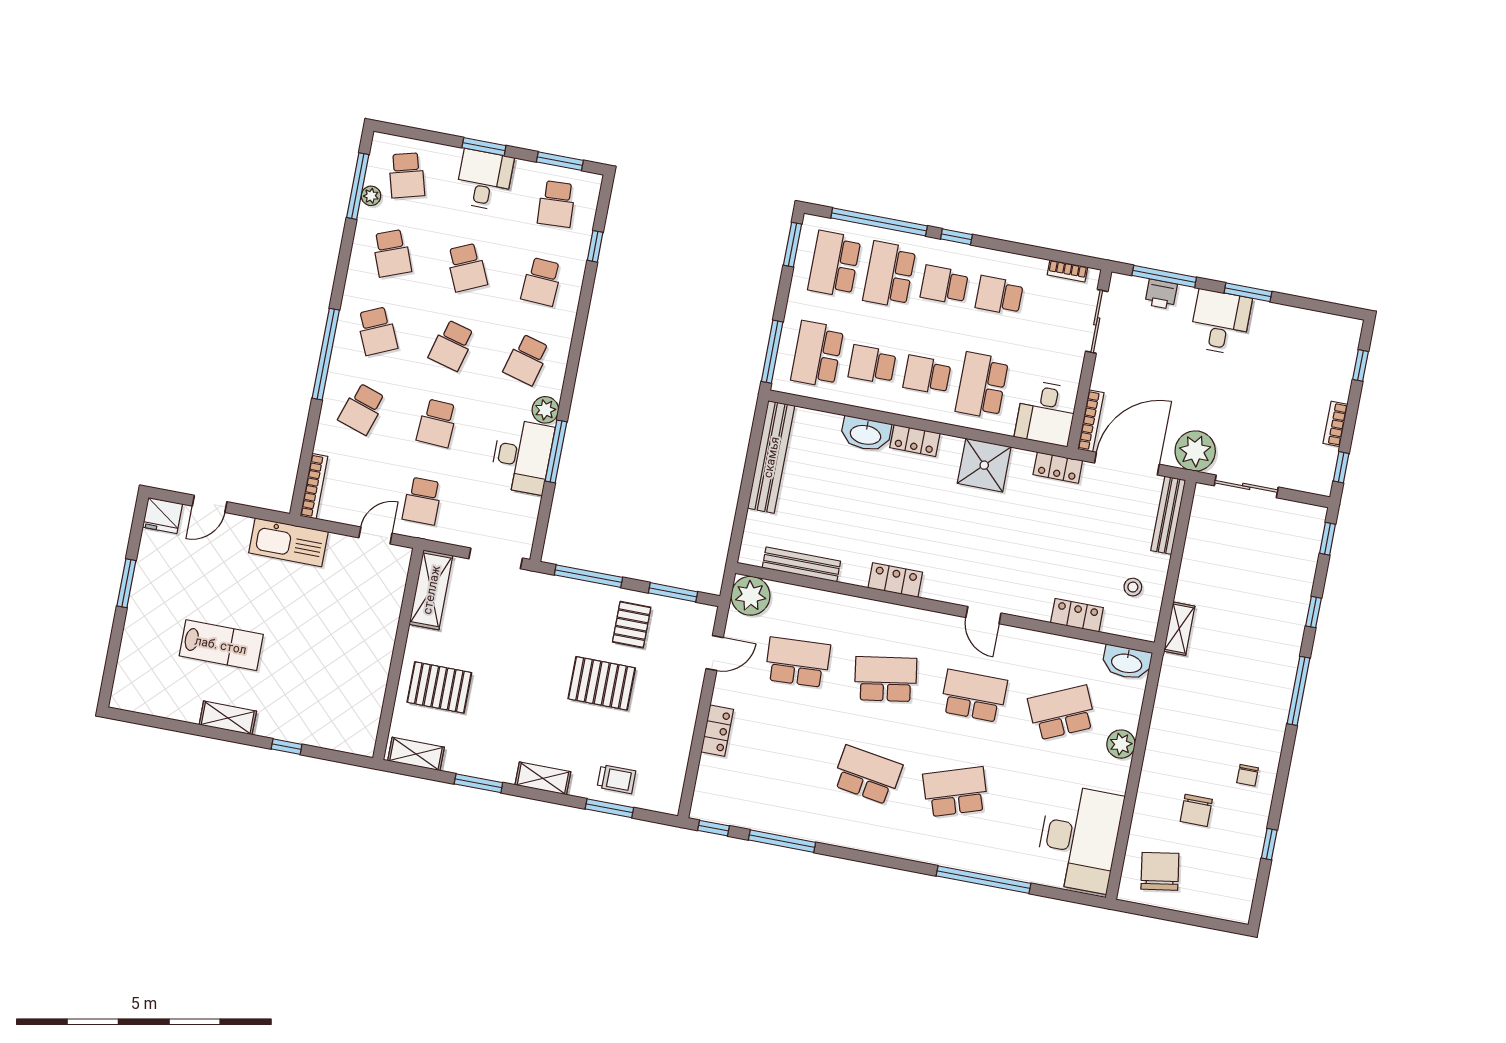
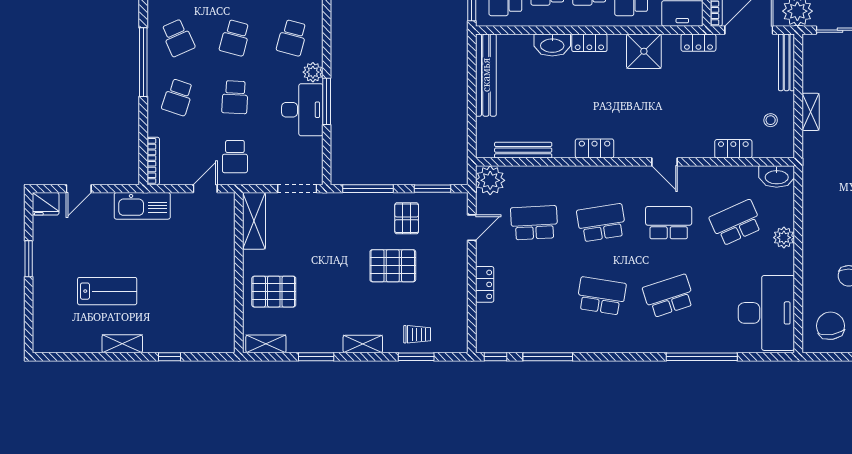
shelving: (1179, 629) -> (811, 112), moved

